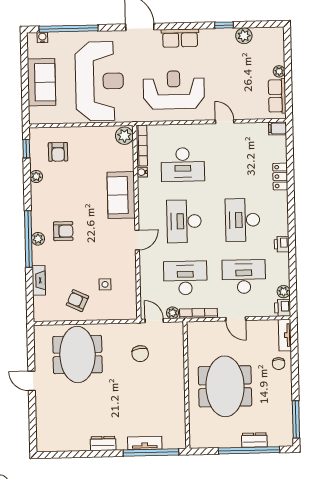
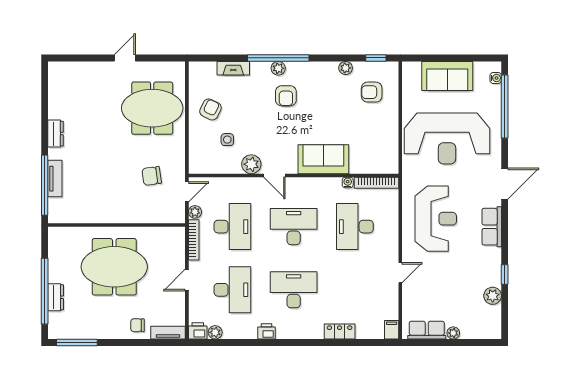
plant: (124, 136) -> (251, 164), moved

